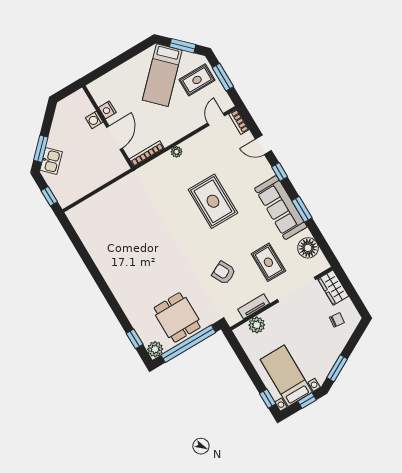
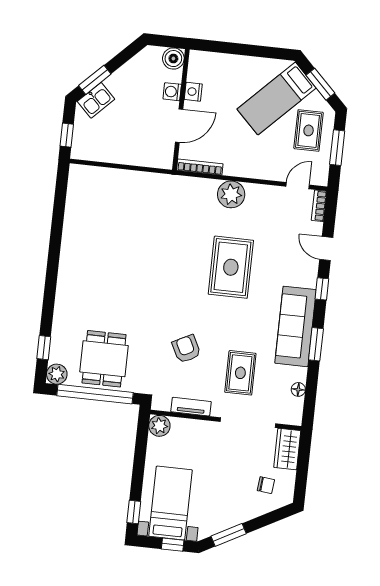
rug: (197, 80) -> (309, 130), turned 90
boiler: (79, 99) -> (173, 59), added
plant: (176, 152) -> (231, 194), width x1.88, depth x1.88
floor lamp: (308, 248) -> (298, 389), width x0.53, depth x0.53
plant: (257, 325) -> (159, 426), moved

